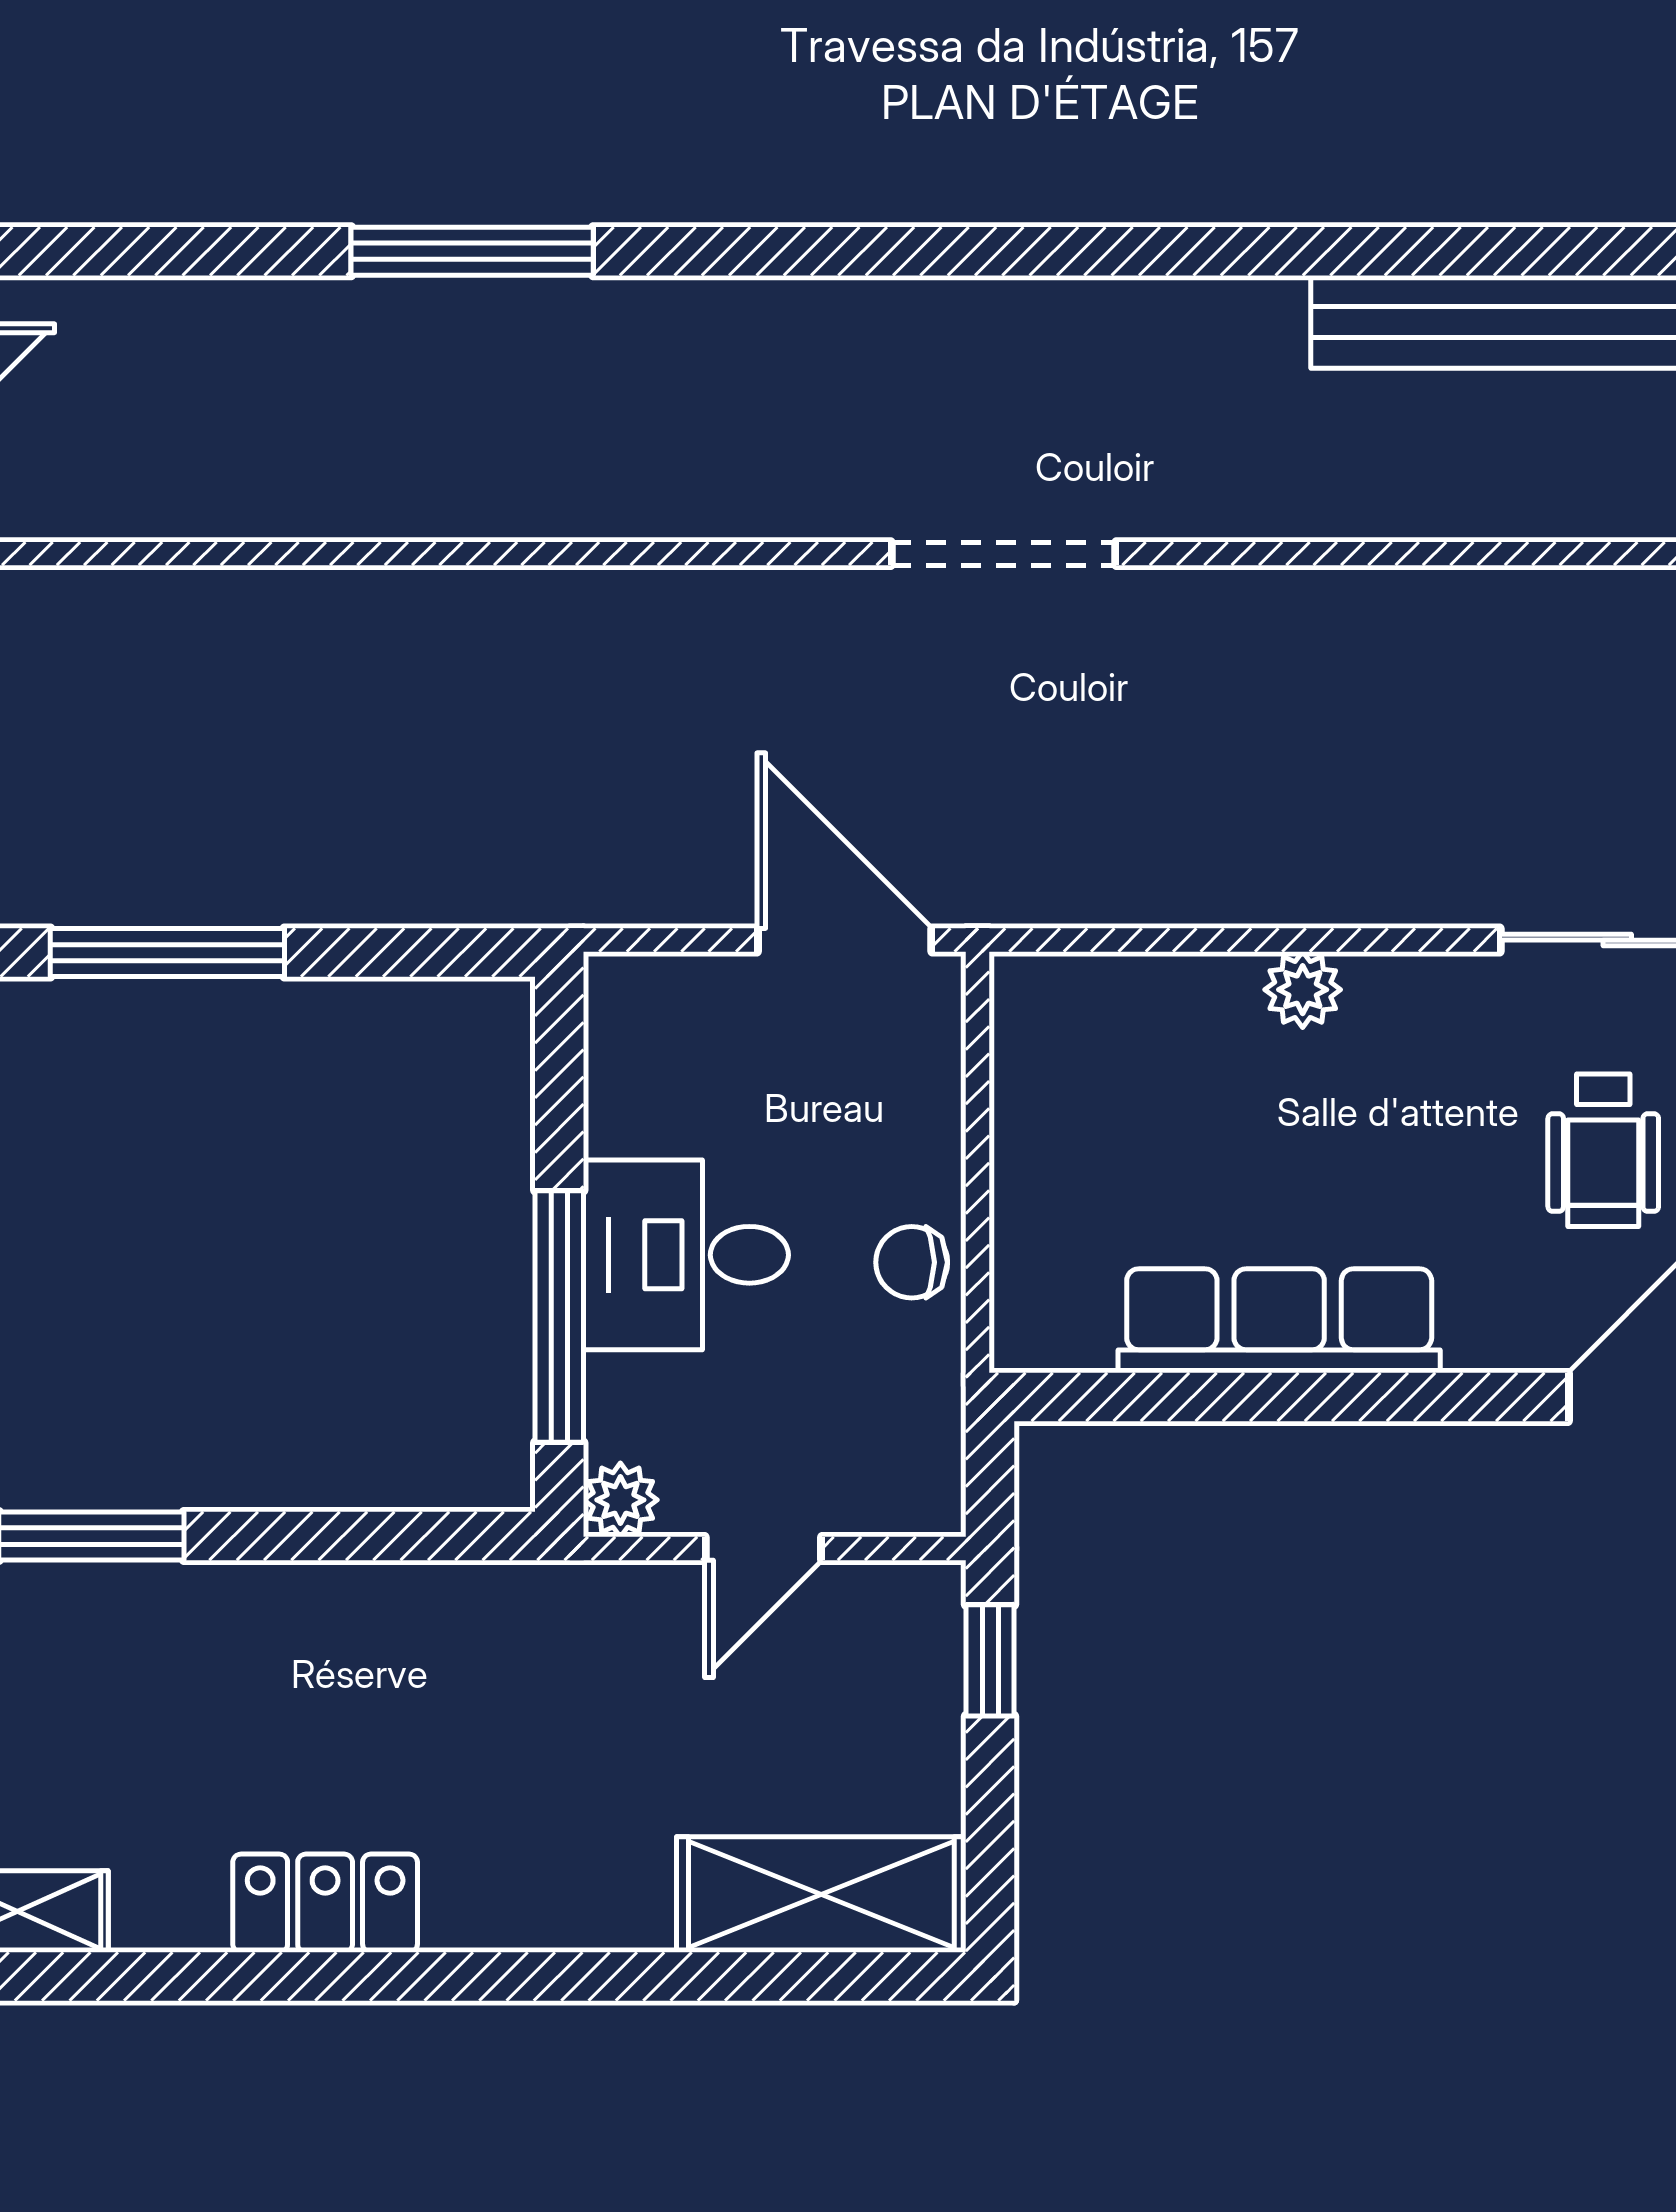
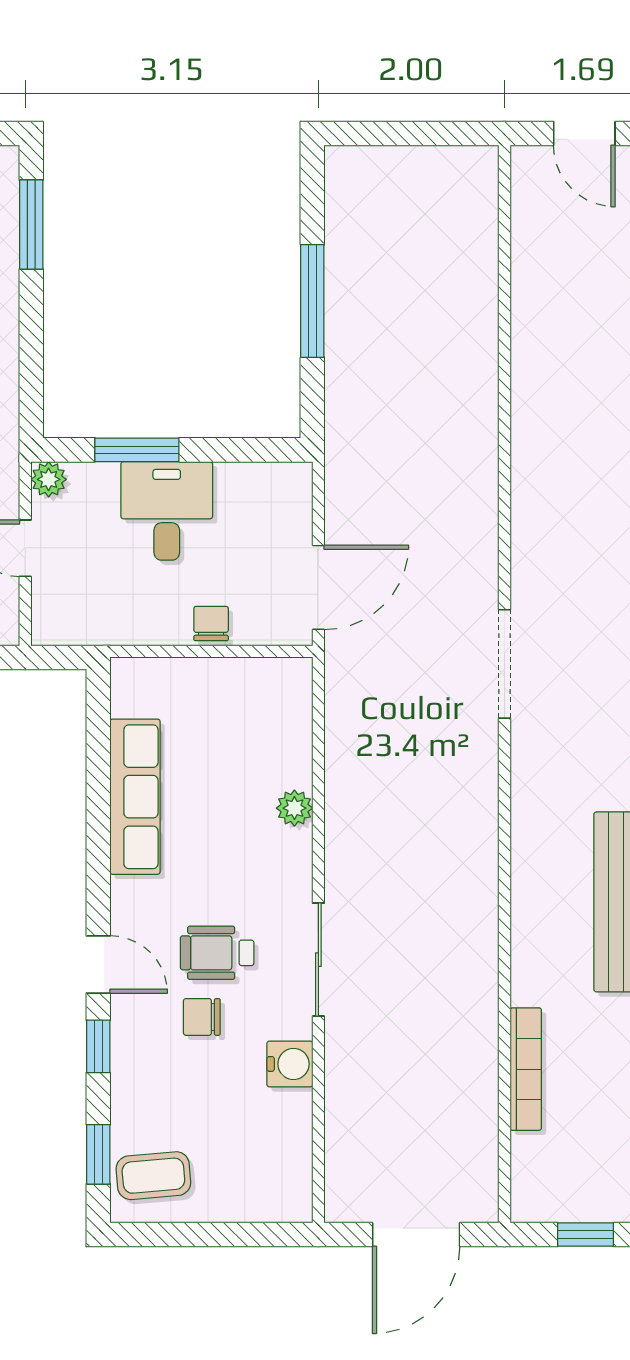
window: (167, 953) -> (312, 301), moved
chair: (912, 1262) -> (211, 623), moved
window: (559, 1317) -> (137, 450), width x0.69

